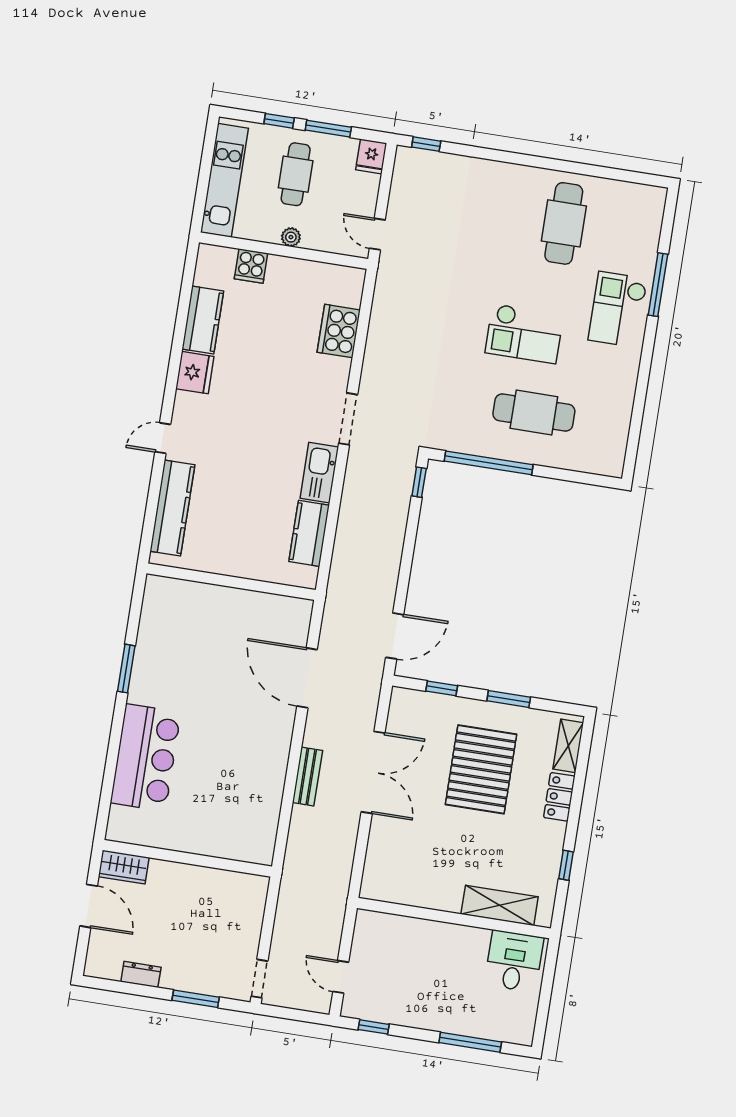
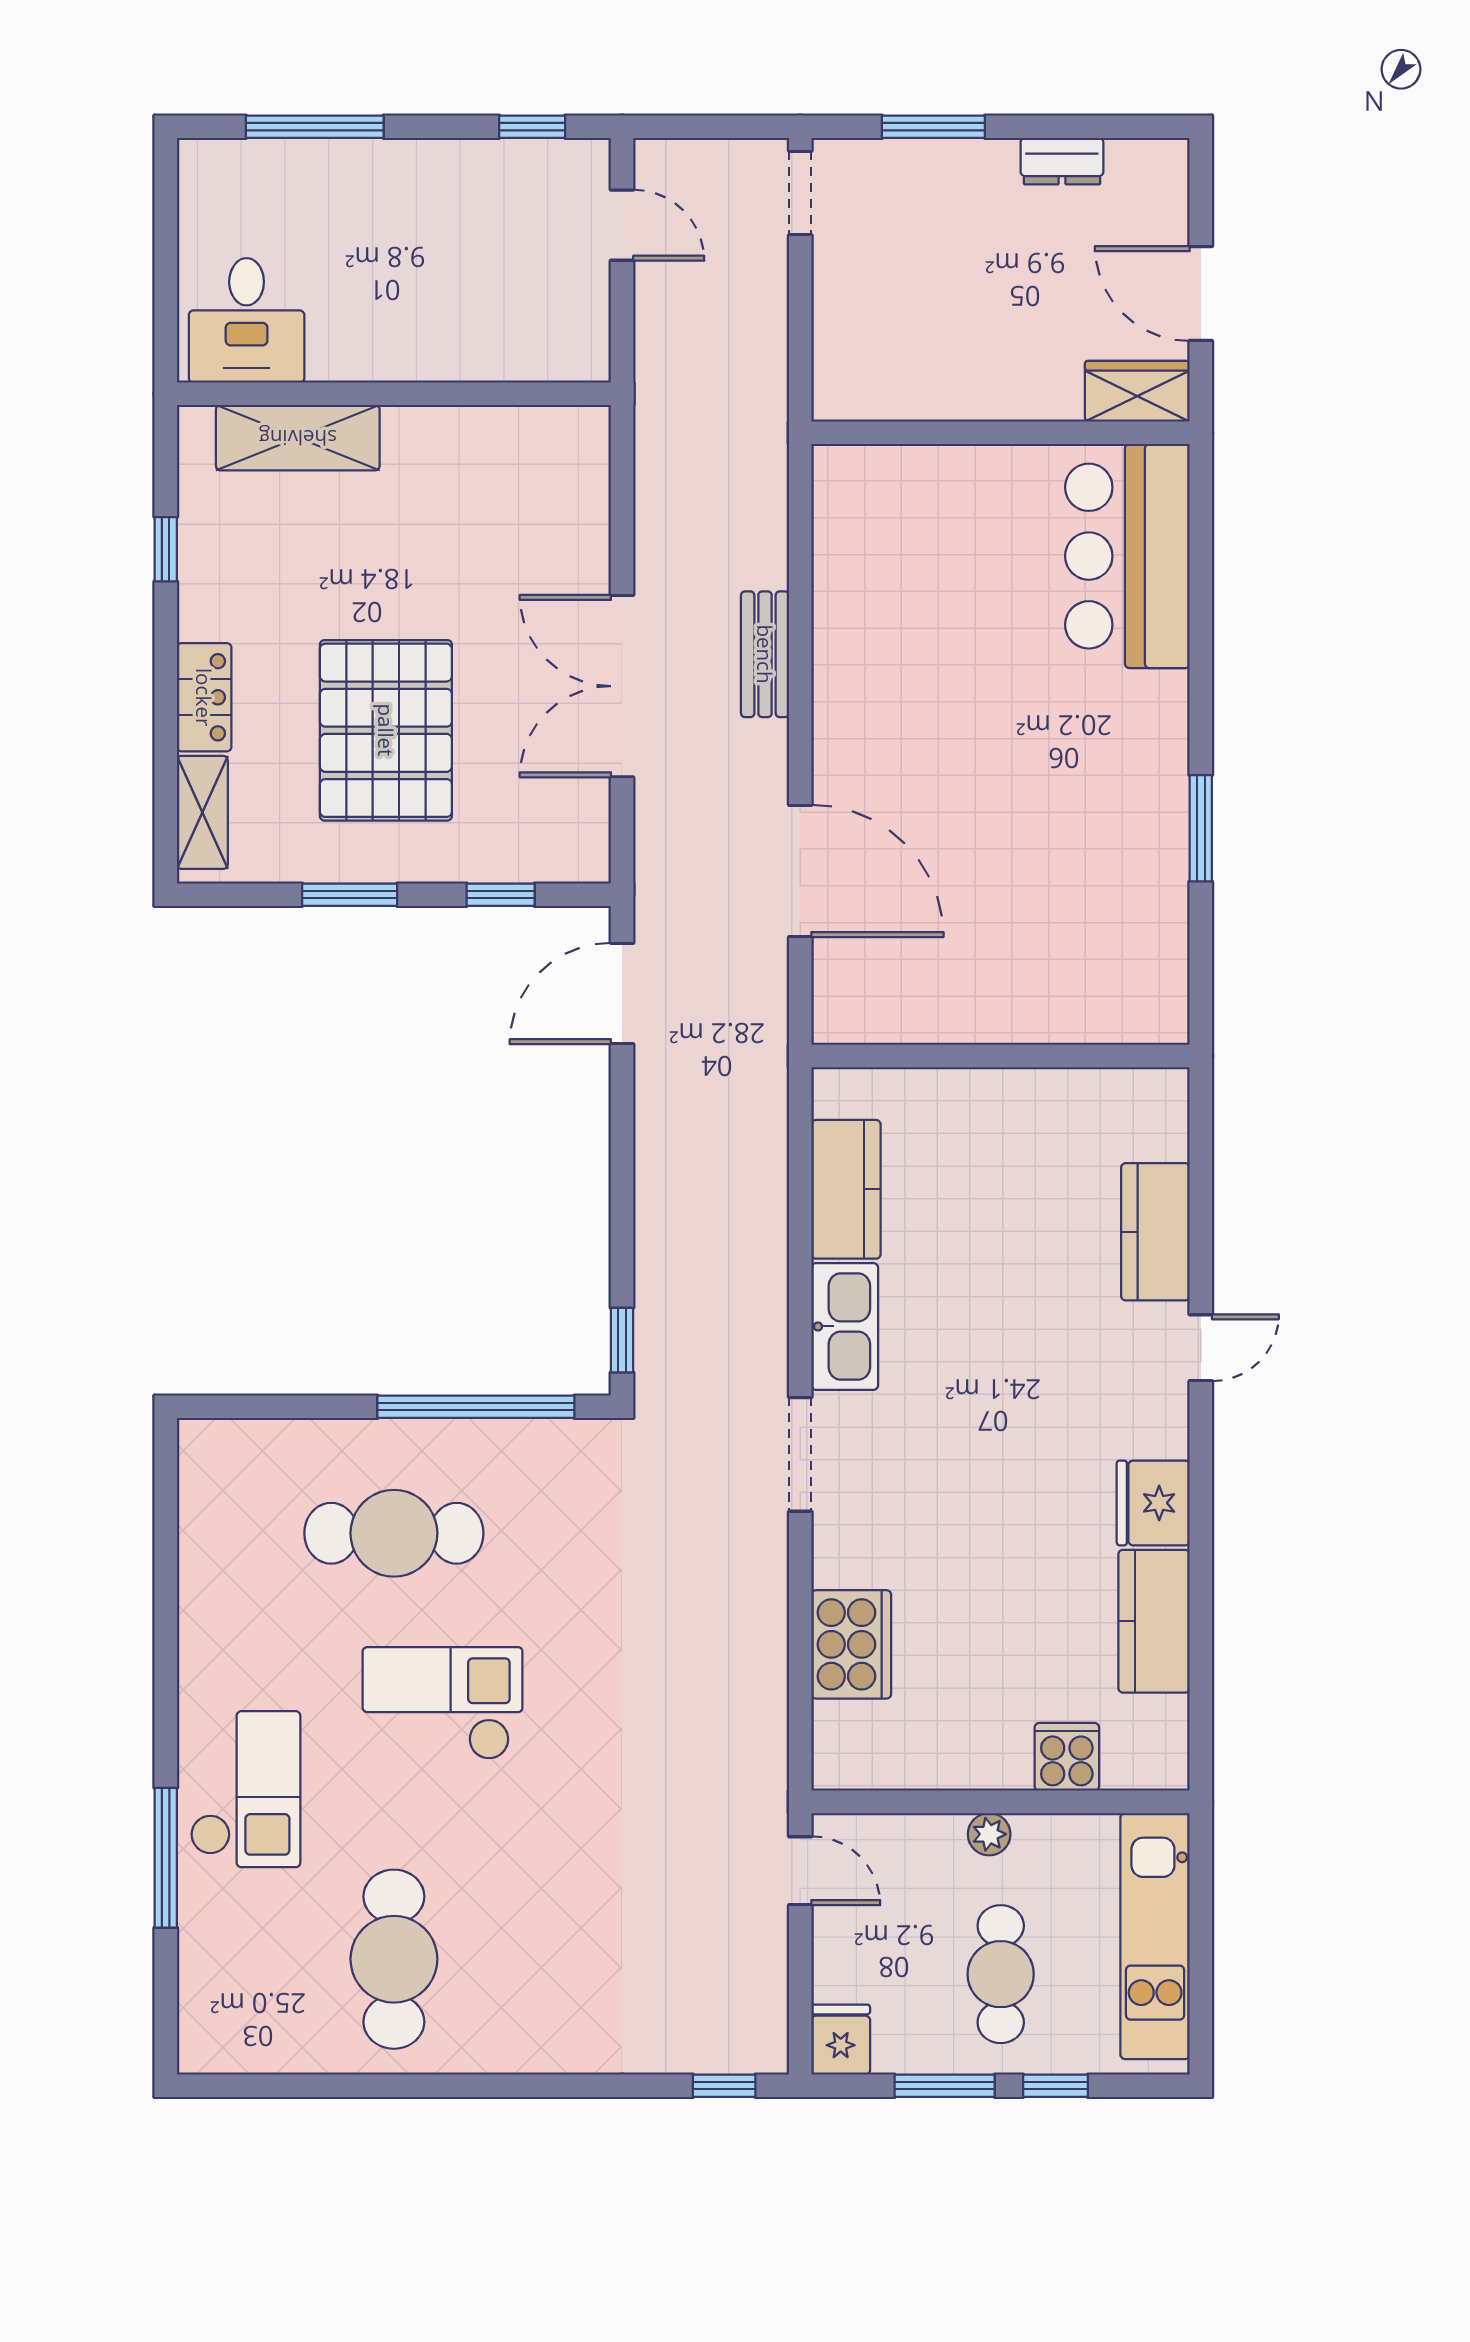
kitchen counter: (172, 508) -> (1155, 1232), width x0.67
bar counter: (146, 758) -> (1127, 556), moved

